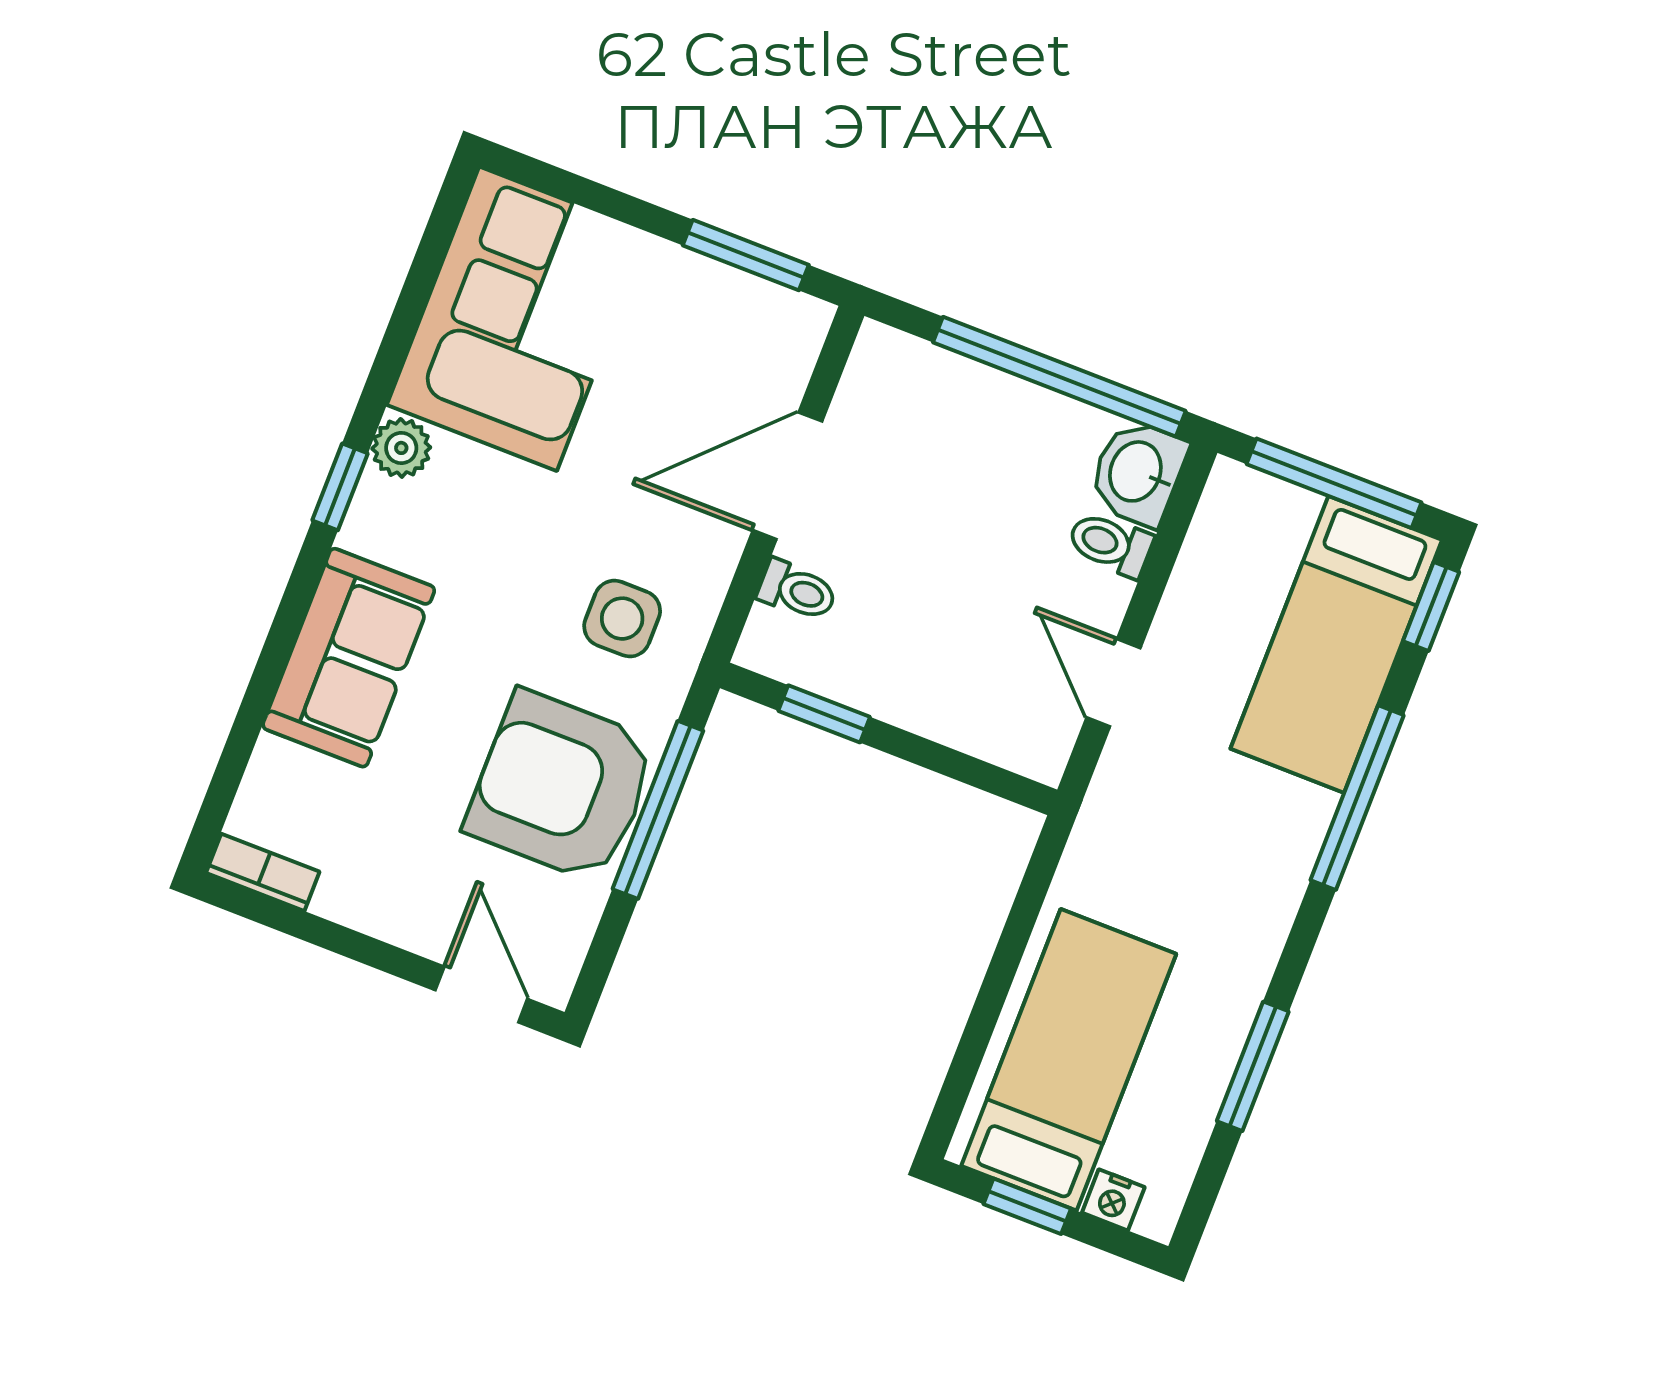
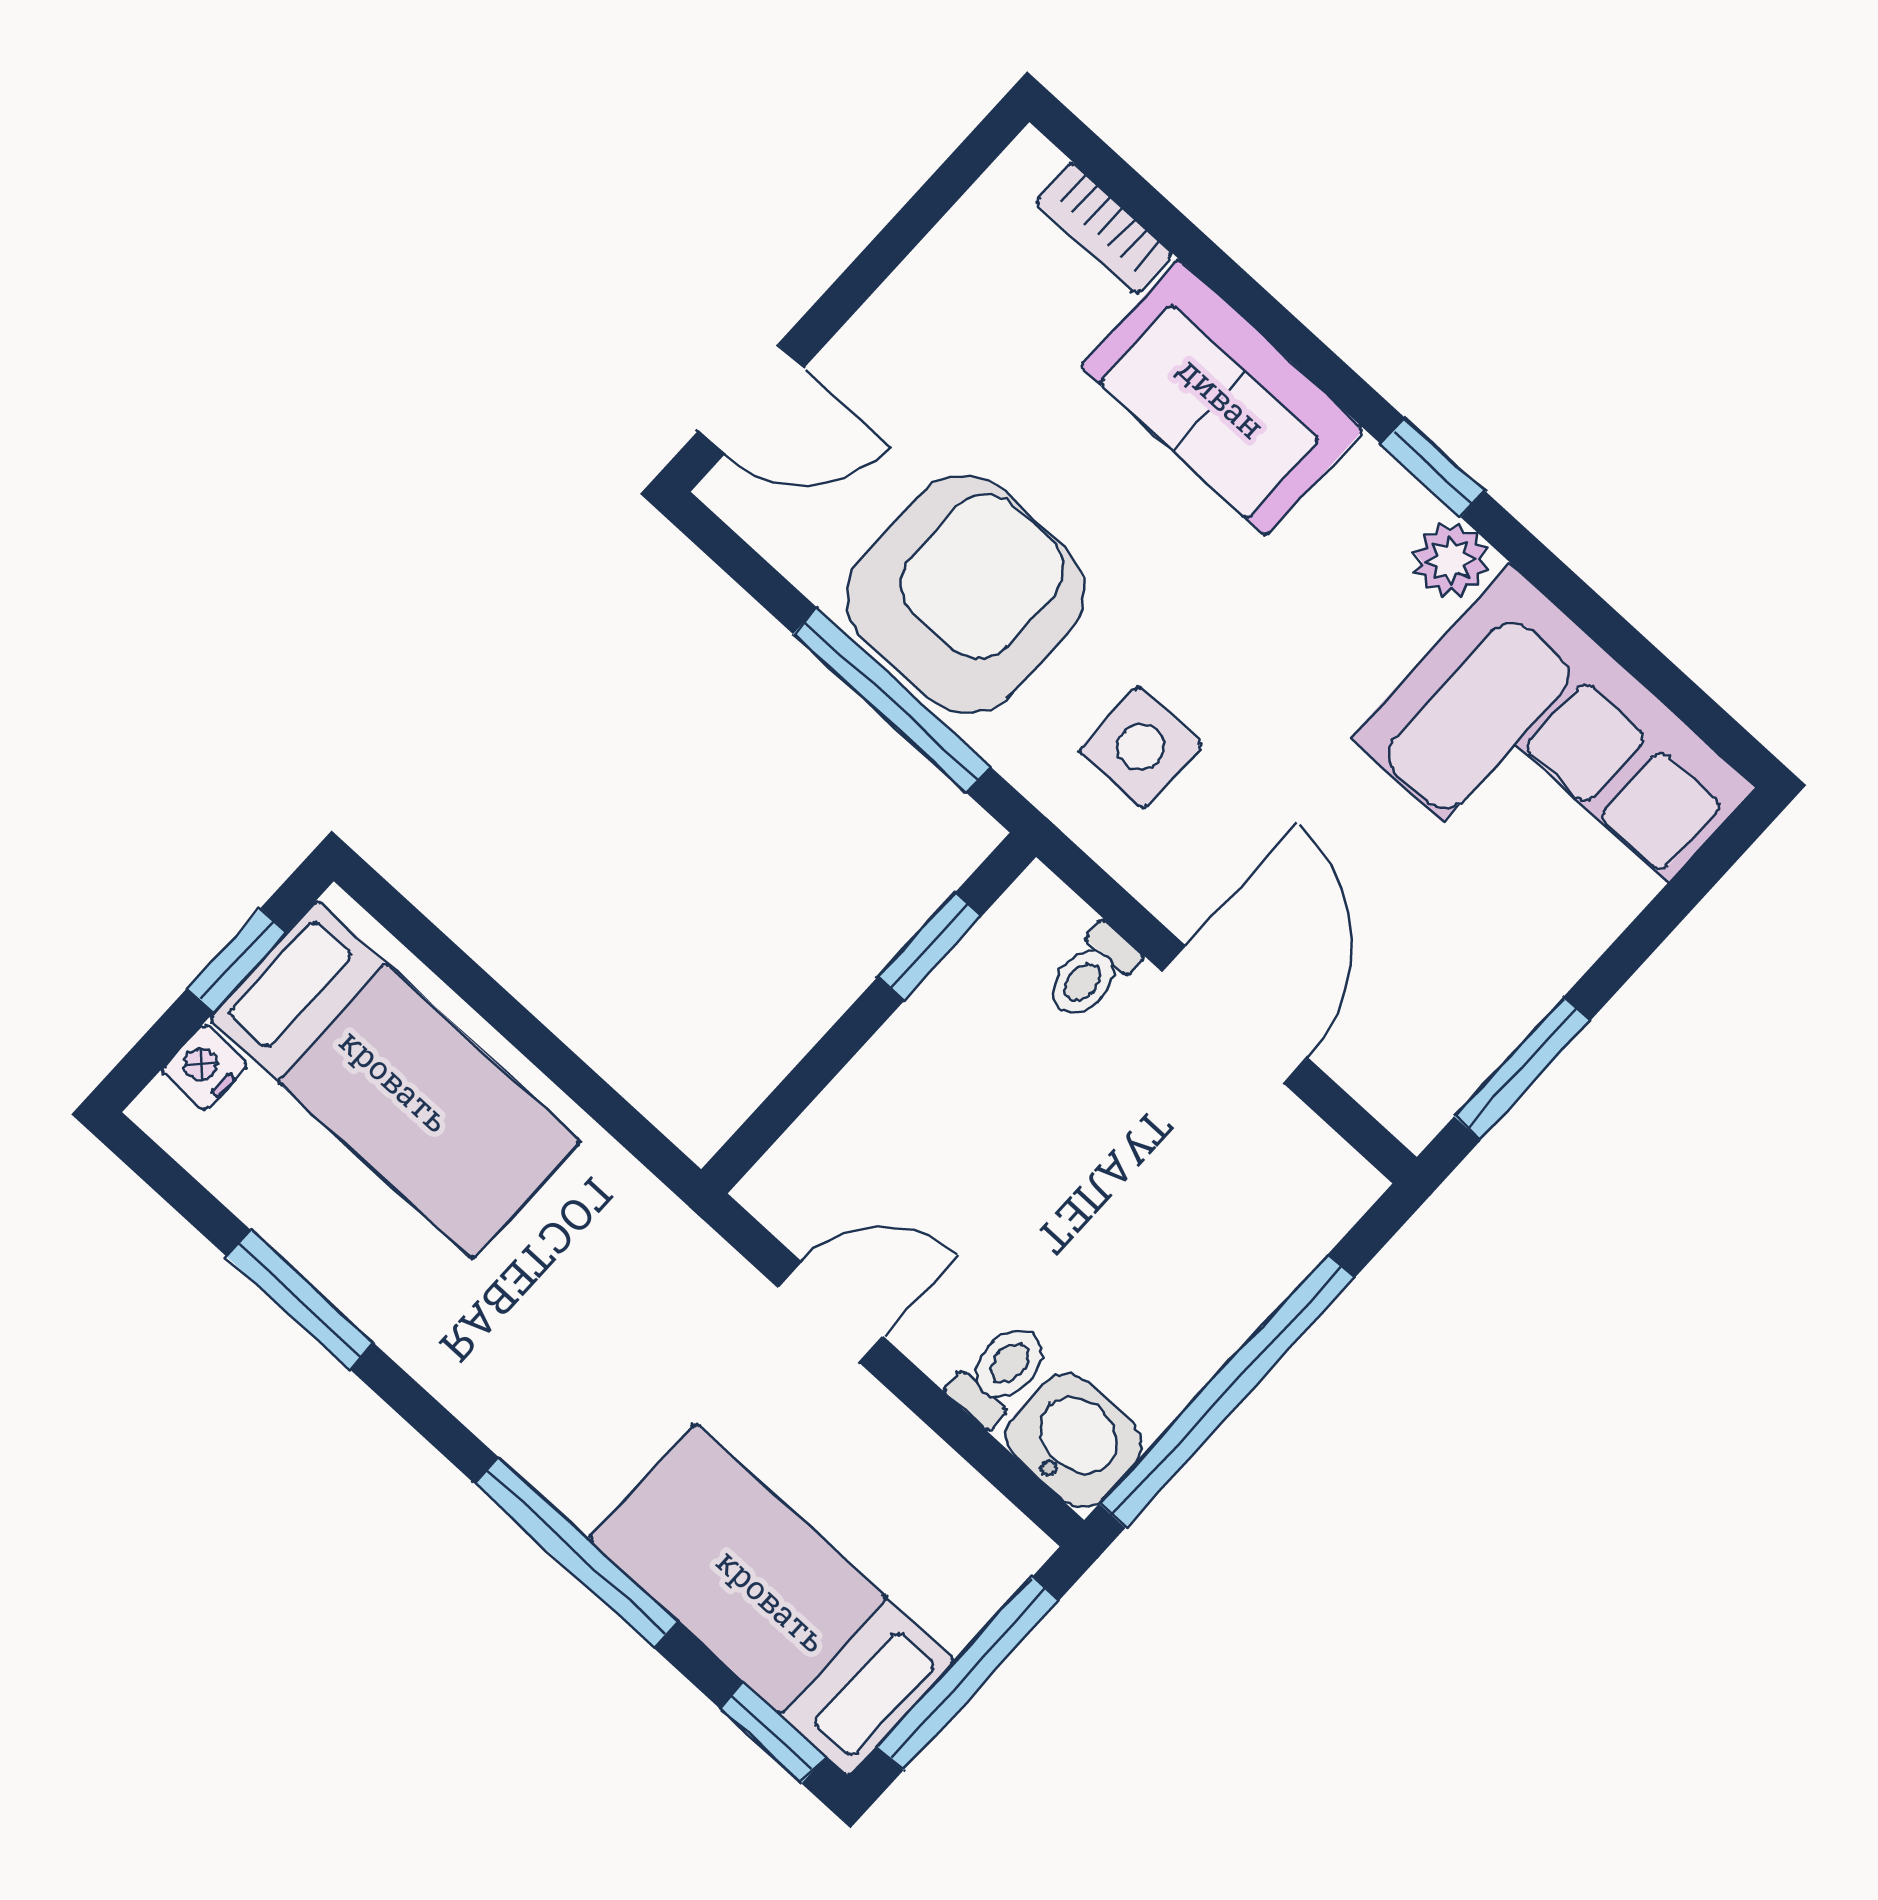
bookcase: (263, 872) -> (1104, 228), moved, turned 90

